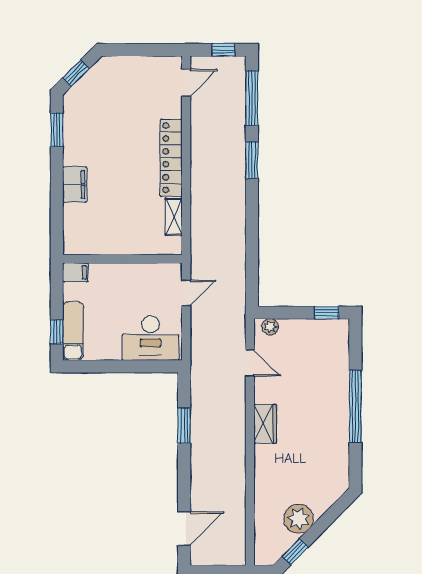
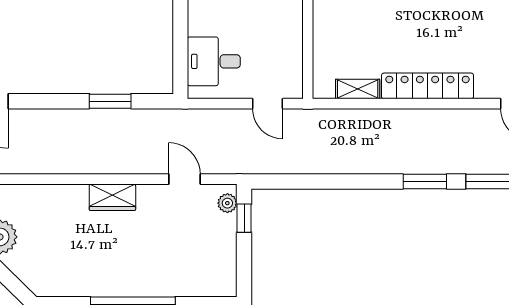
window: (327, 313) -> (244, 218), moved
desk: (150, 338) -> (214, 61), width x0.73
door: (250, 363) -> (185, 179), swing flipped

